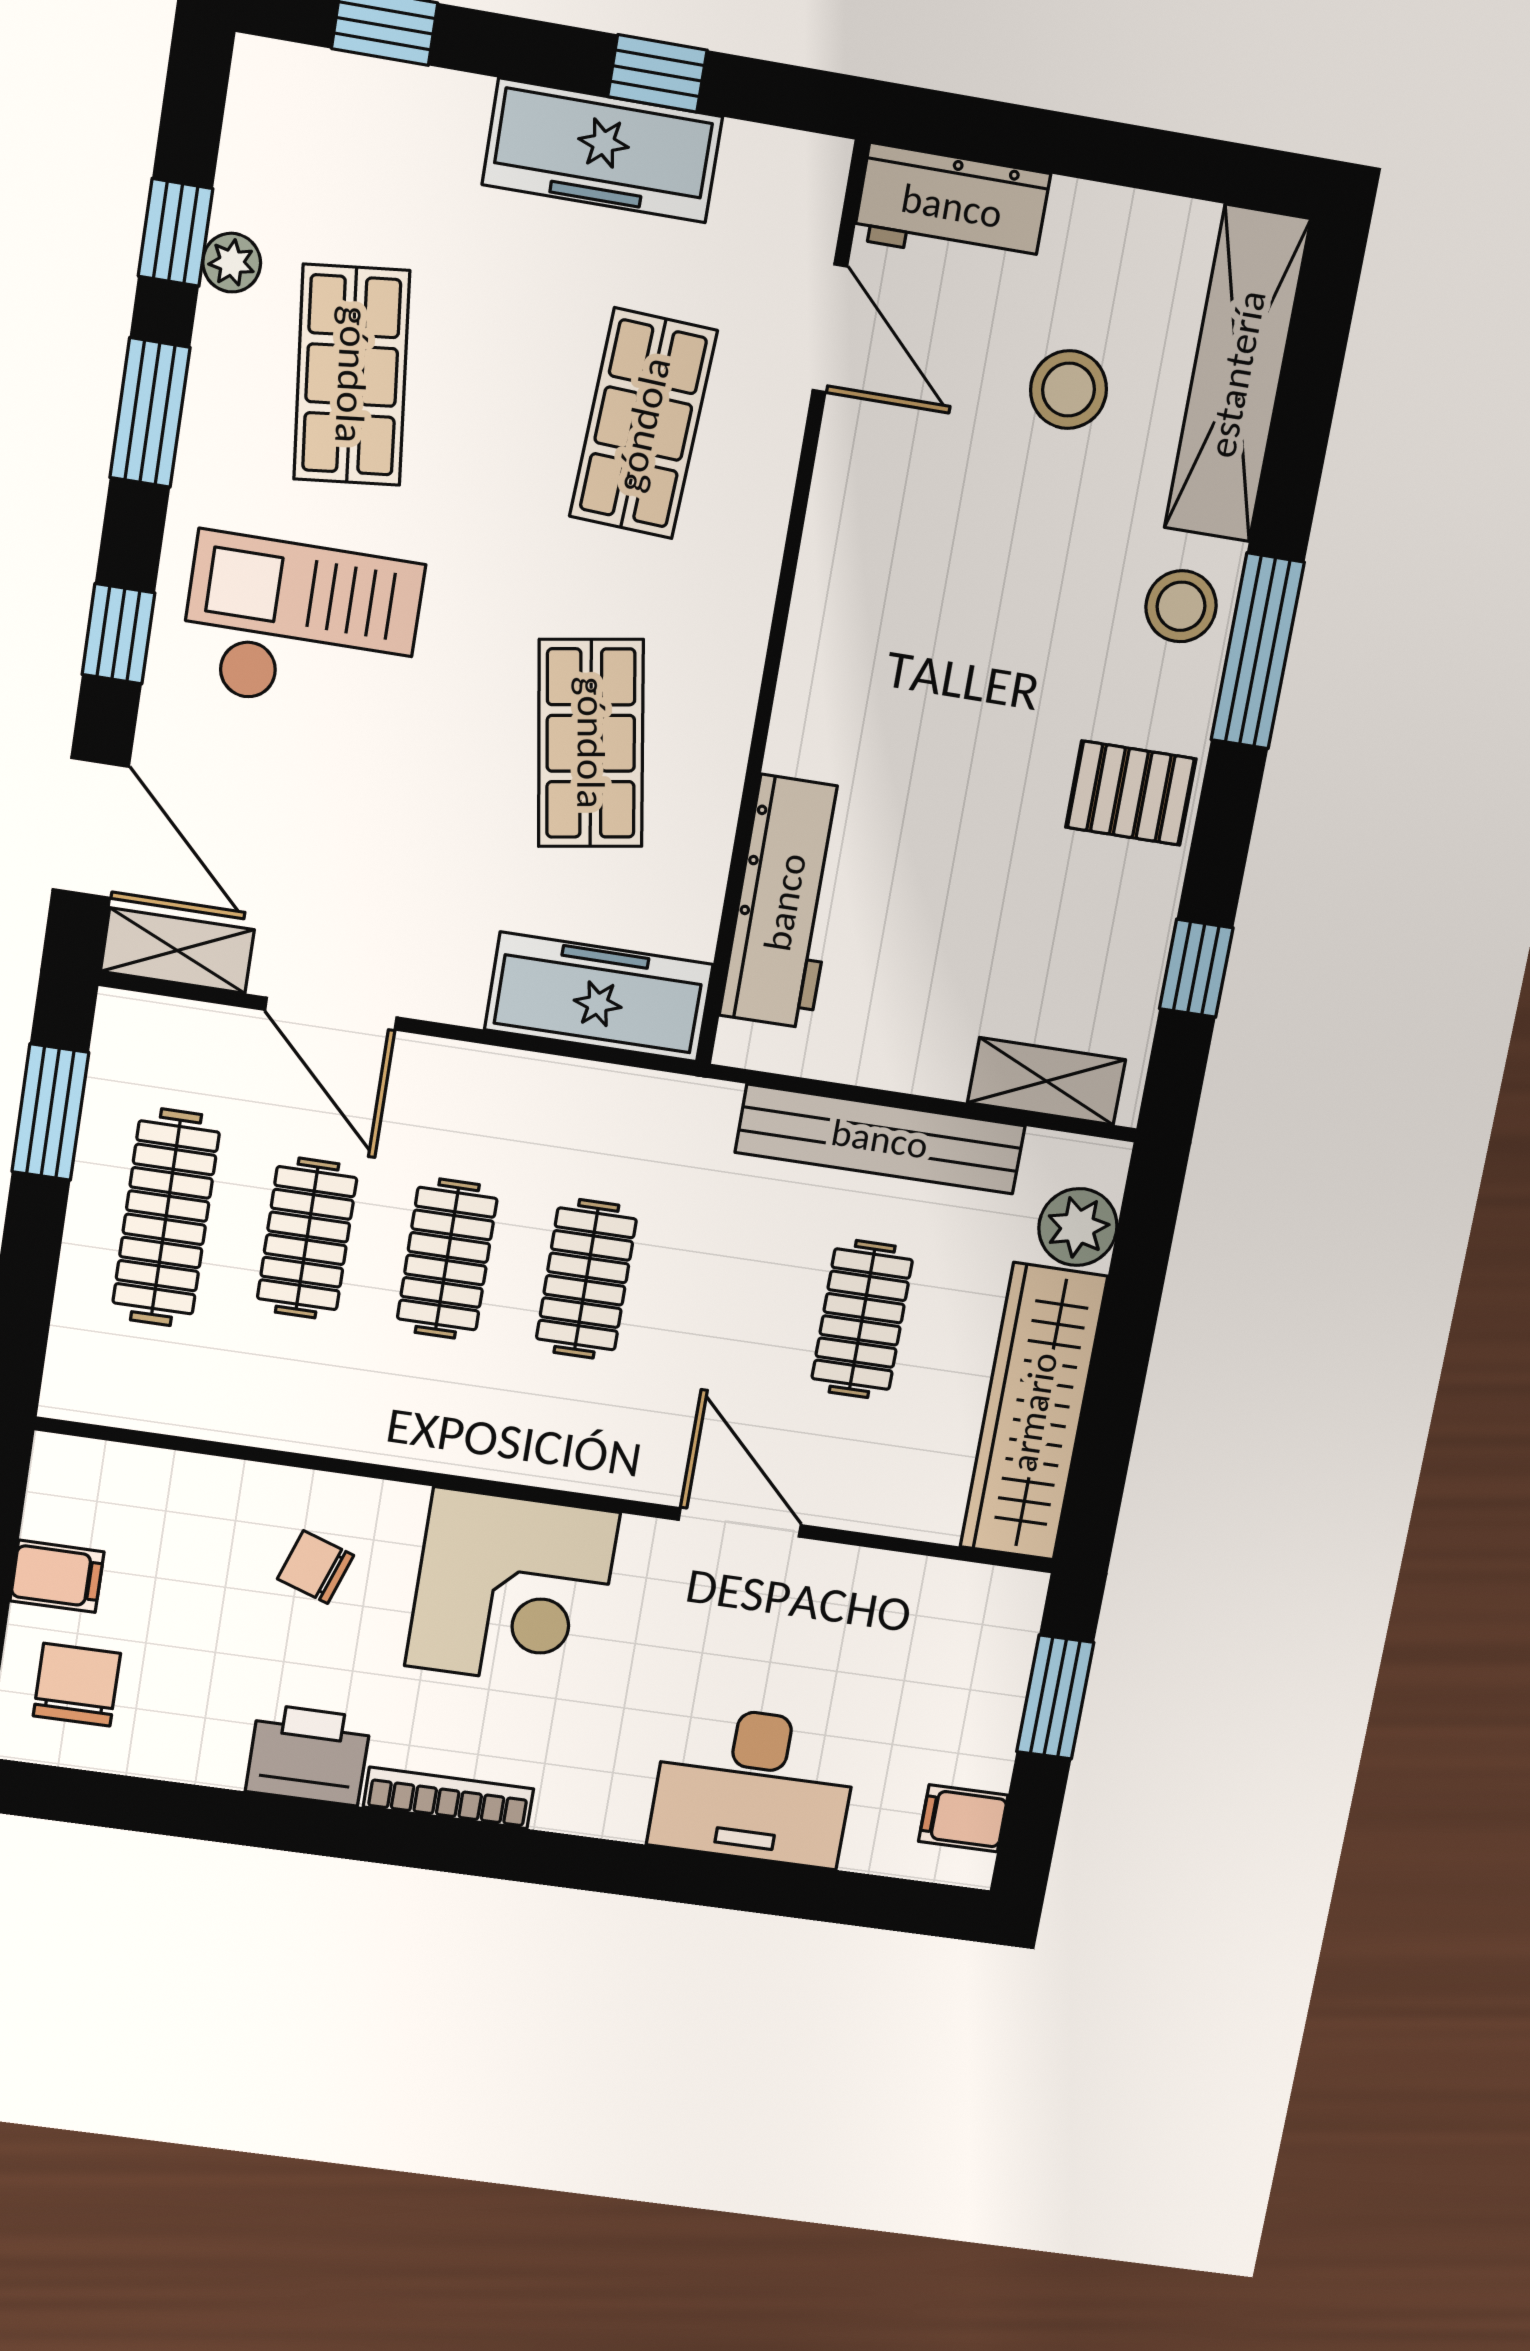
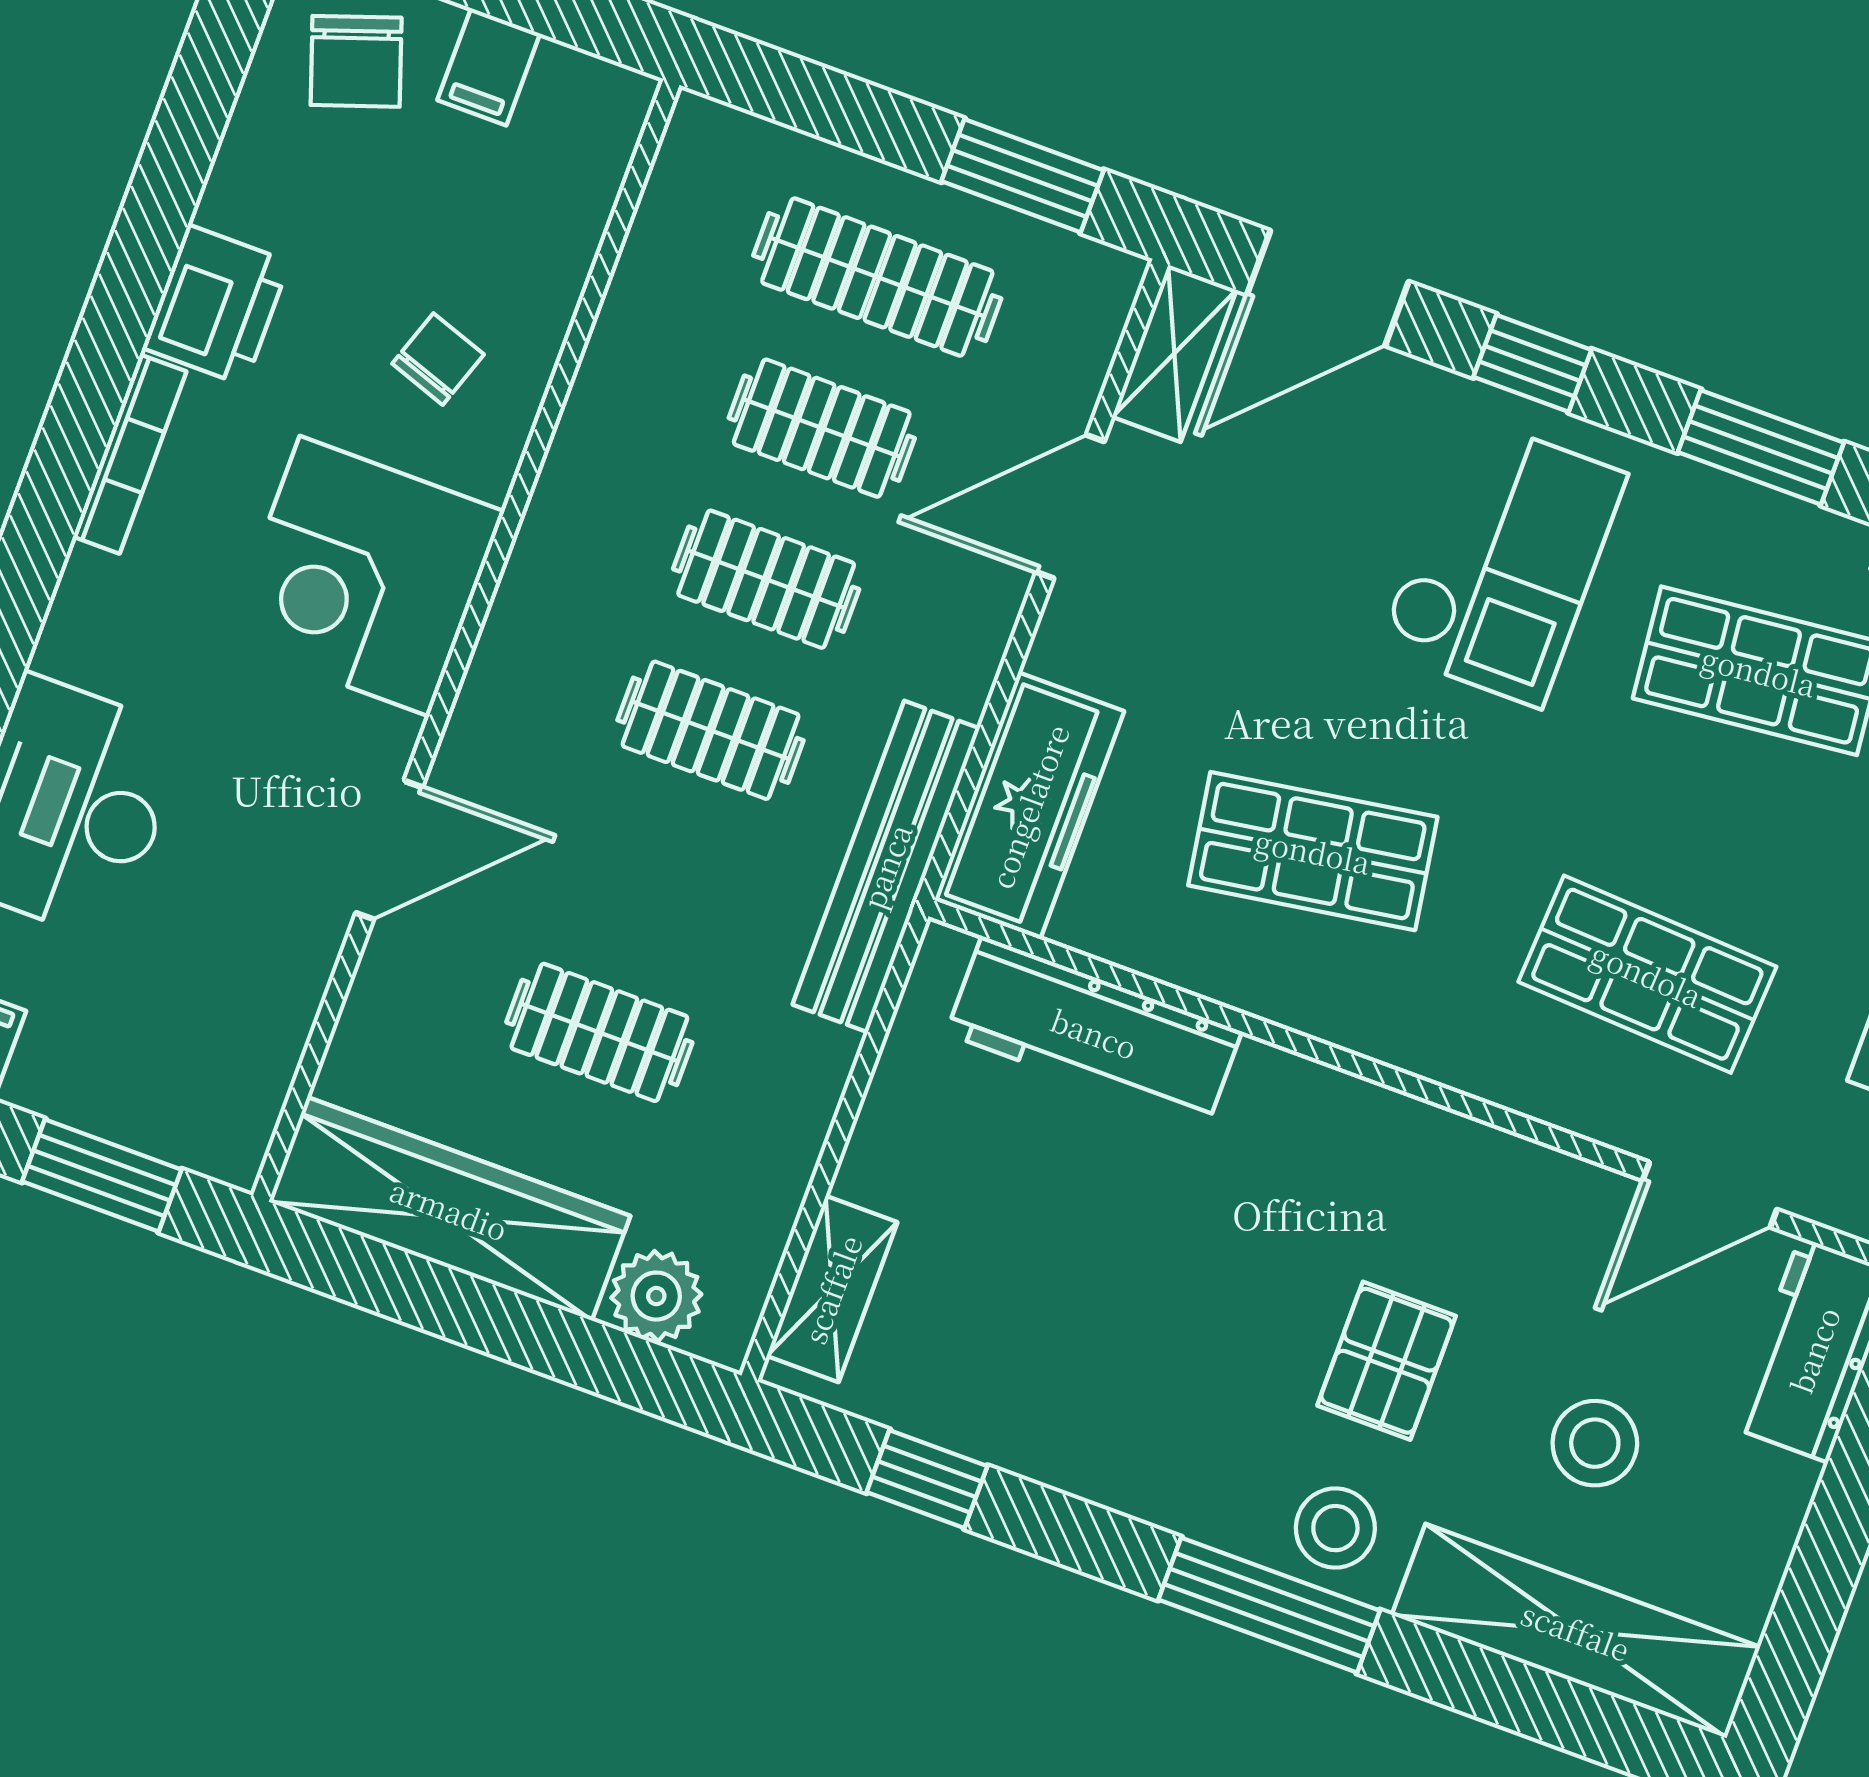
pallet: (1131, 793) -> (1387, 1361), moved
bench: (880, 1139) -> (886, 866), moved
chair: (77, 1685) -> (356, 61), turned 71

